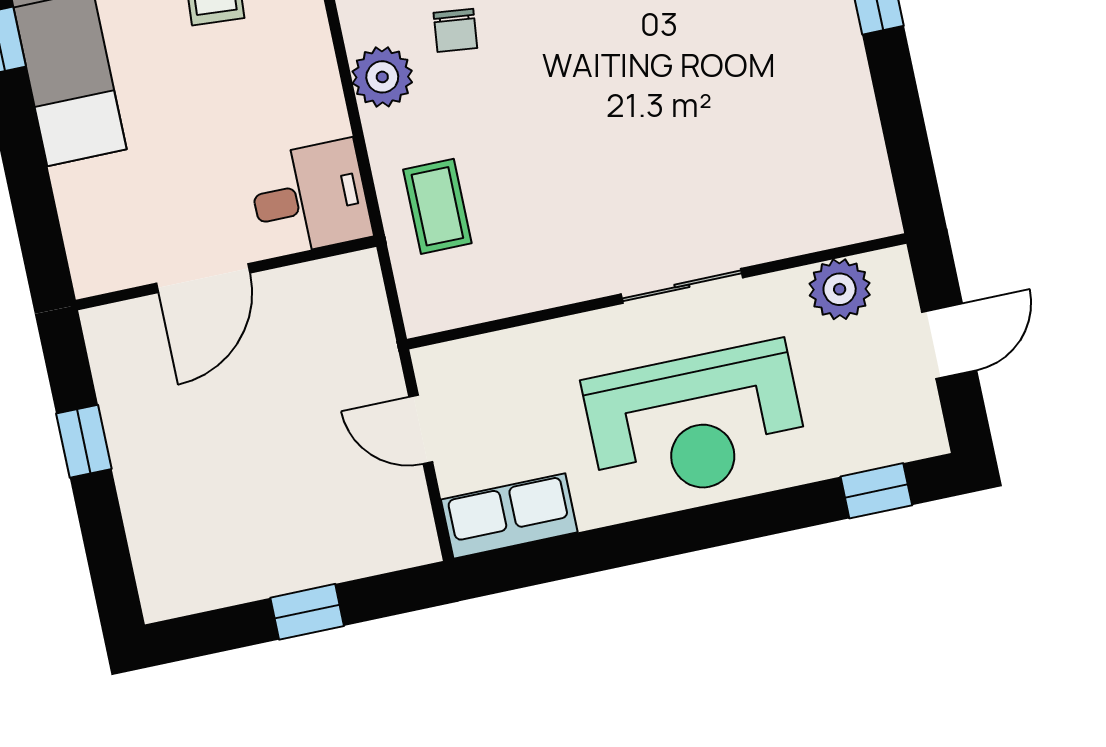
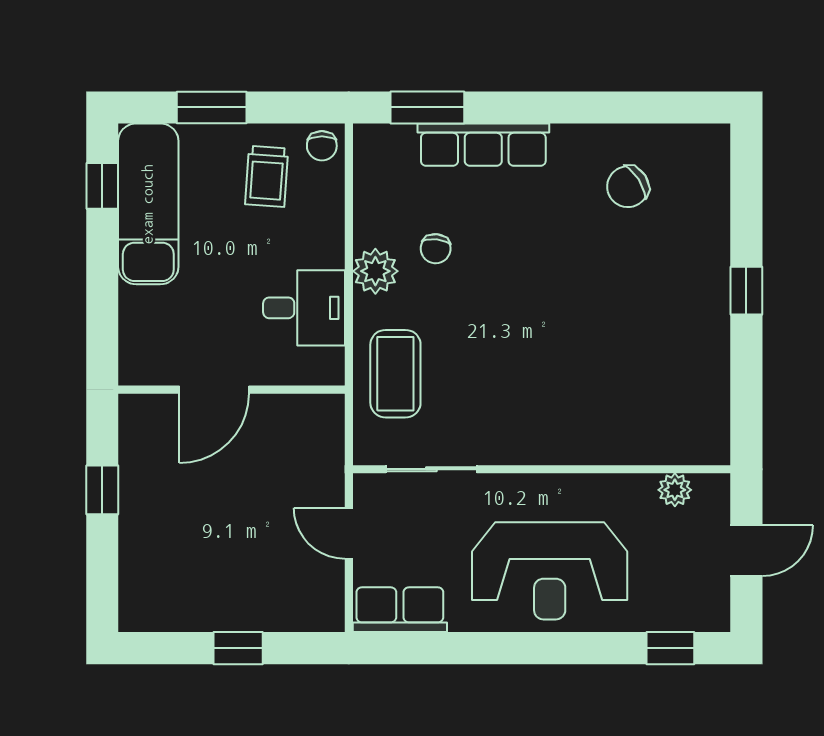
desk: (310, 198) -> (304, 308), moved
coffee table: (437, 206) -> (395, 374), width x1.36, depth x1.30
sliding door: (682, 286) -> (431, 469), moved
plant: (840, 289) -> (675, 490), width x0.73, depth x0.73

